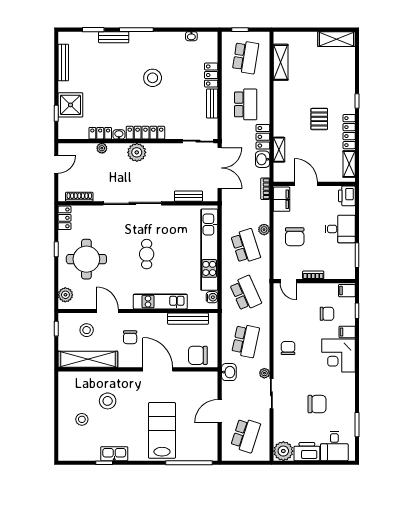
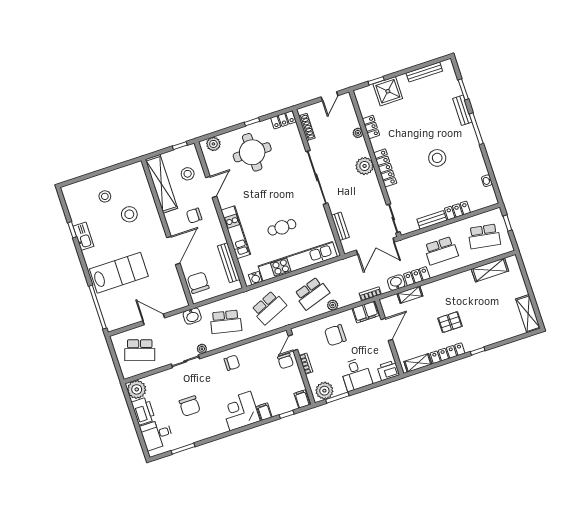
washbasin: (119, 134) -> (376, 144), removed
door: (56, 164) -> (329, 96), hinge flipped
cafe table: (147, 254) -> (282, 227), moved
plant: (346, 266) -> (324, 391), added
chair: (327, 314) -> (285, 361), moved

